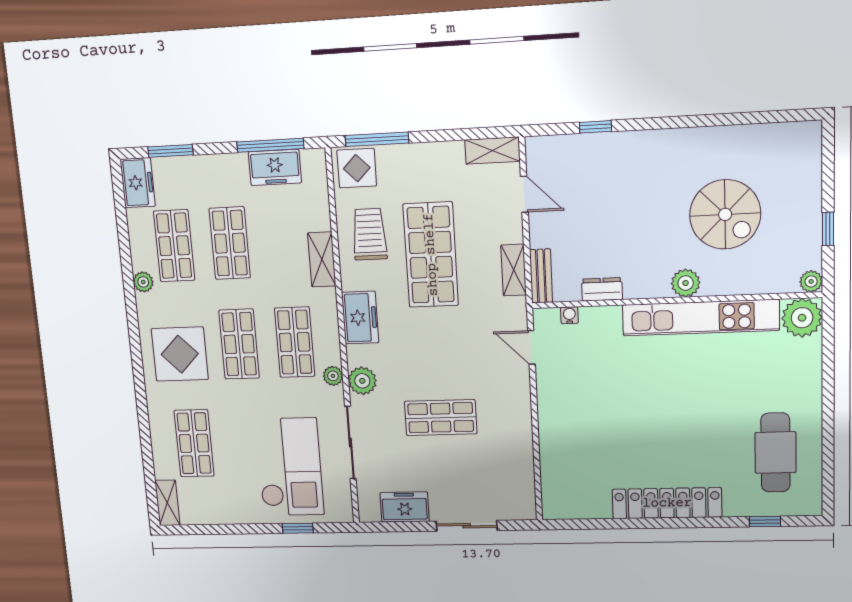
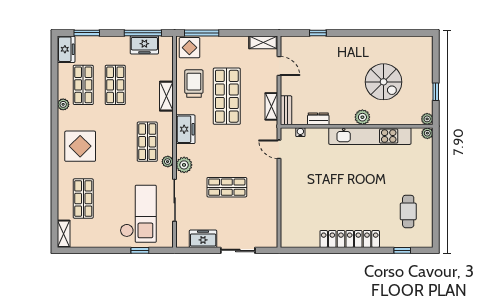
plant: (802, 318) -> (427, 133), width x0.53, depth x0.53
shop shelf: (239, 344) -> (115, 142), removed
cafe table: (775, 453) -> (408, 211), width x0.73, depth x0.74

